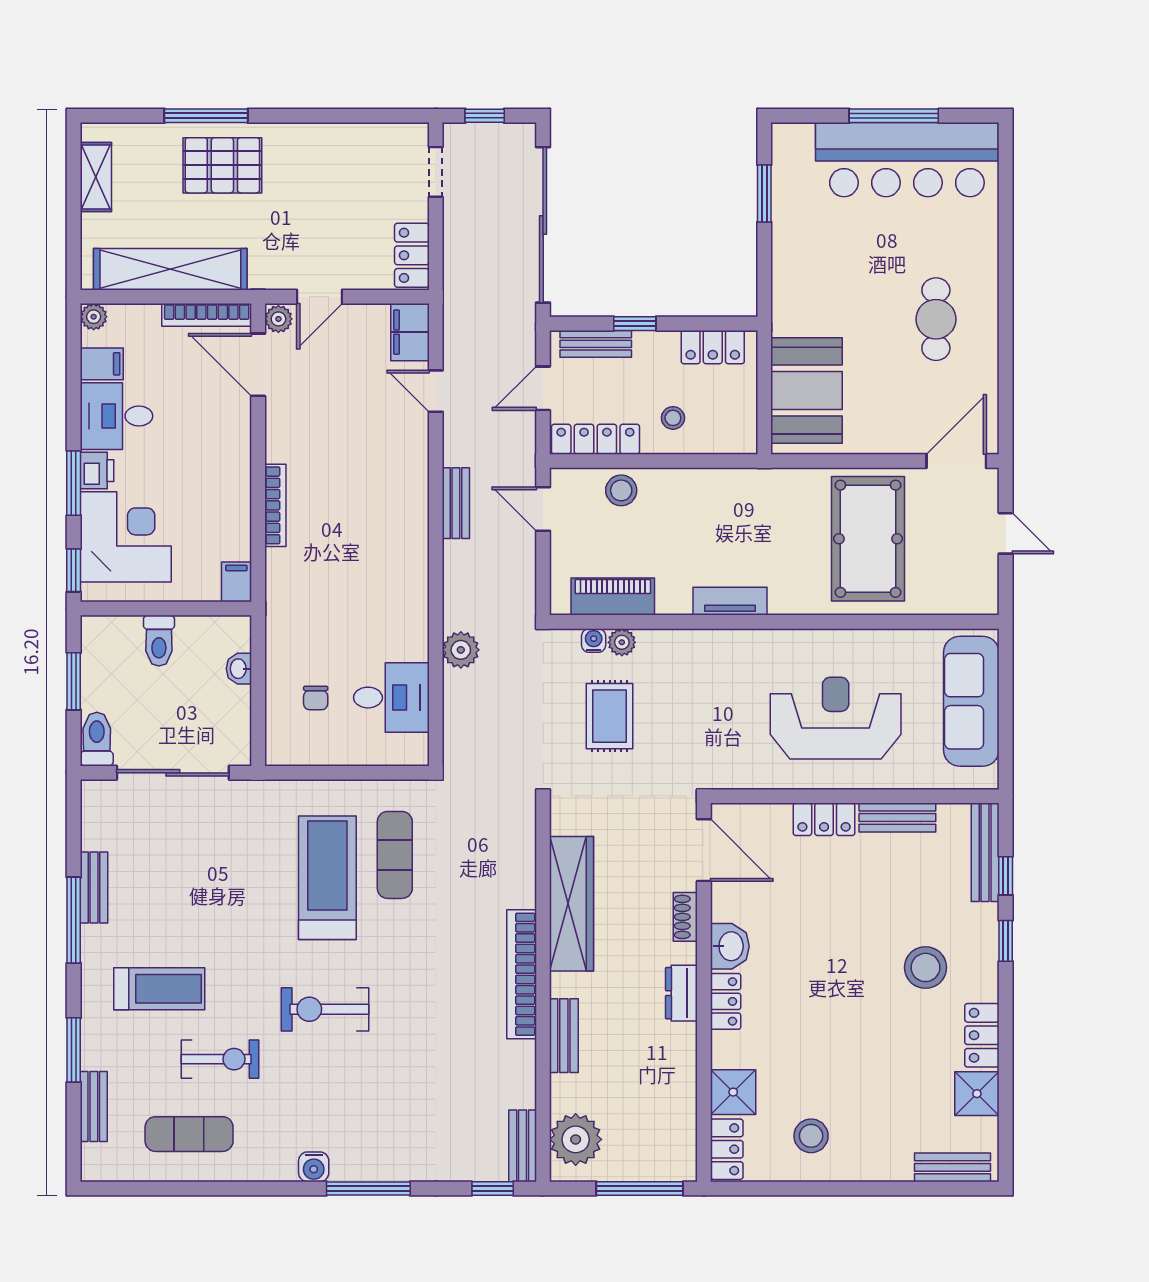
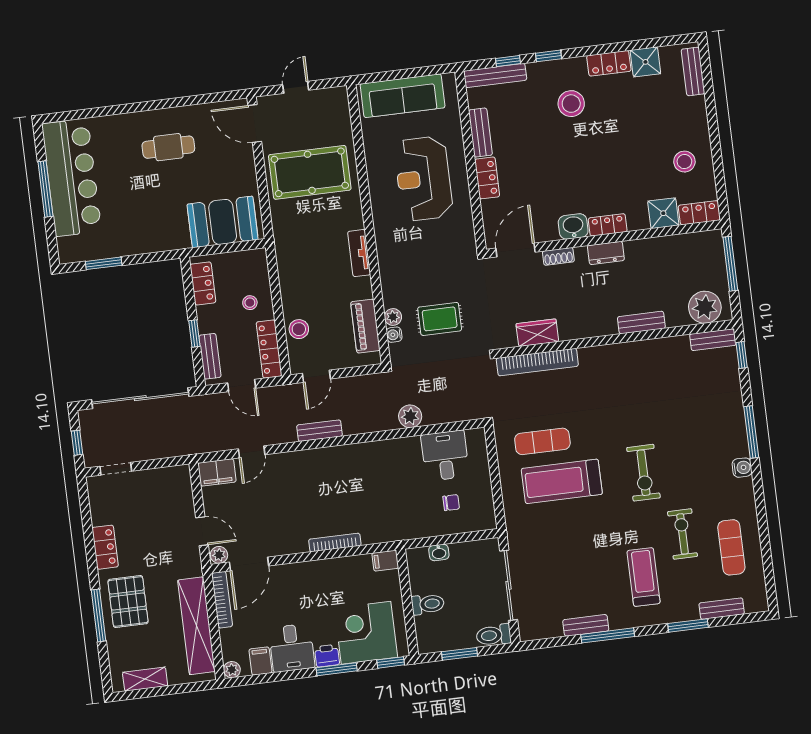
locker: (412, 255) -> (105, 547), moved, turned -90
wardrobe: (572, 904) -> (537, 333), width x0.48, depth x0.85
bookcase: (522, 974) -> (537, 362), moved

